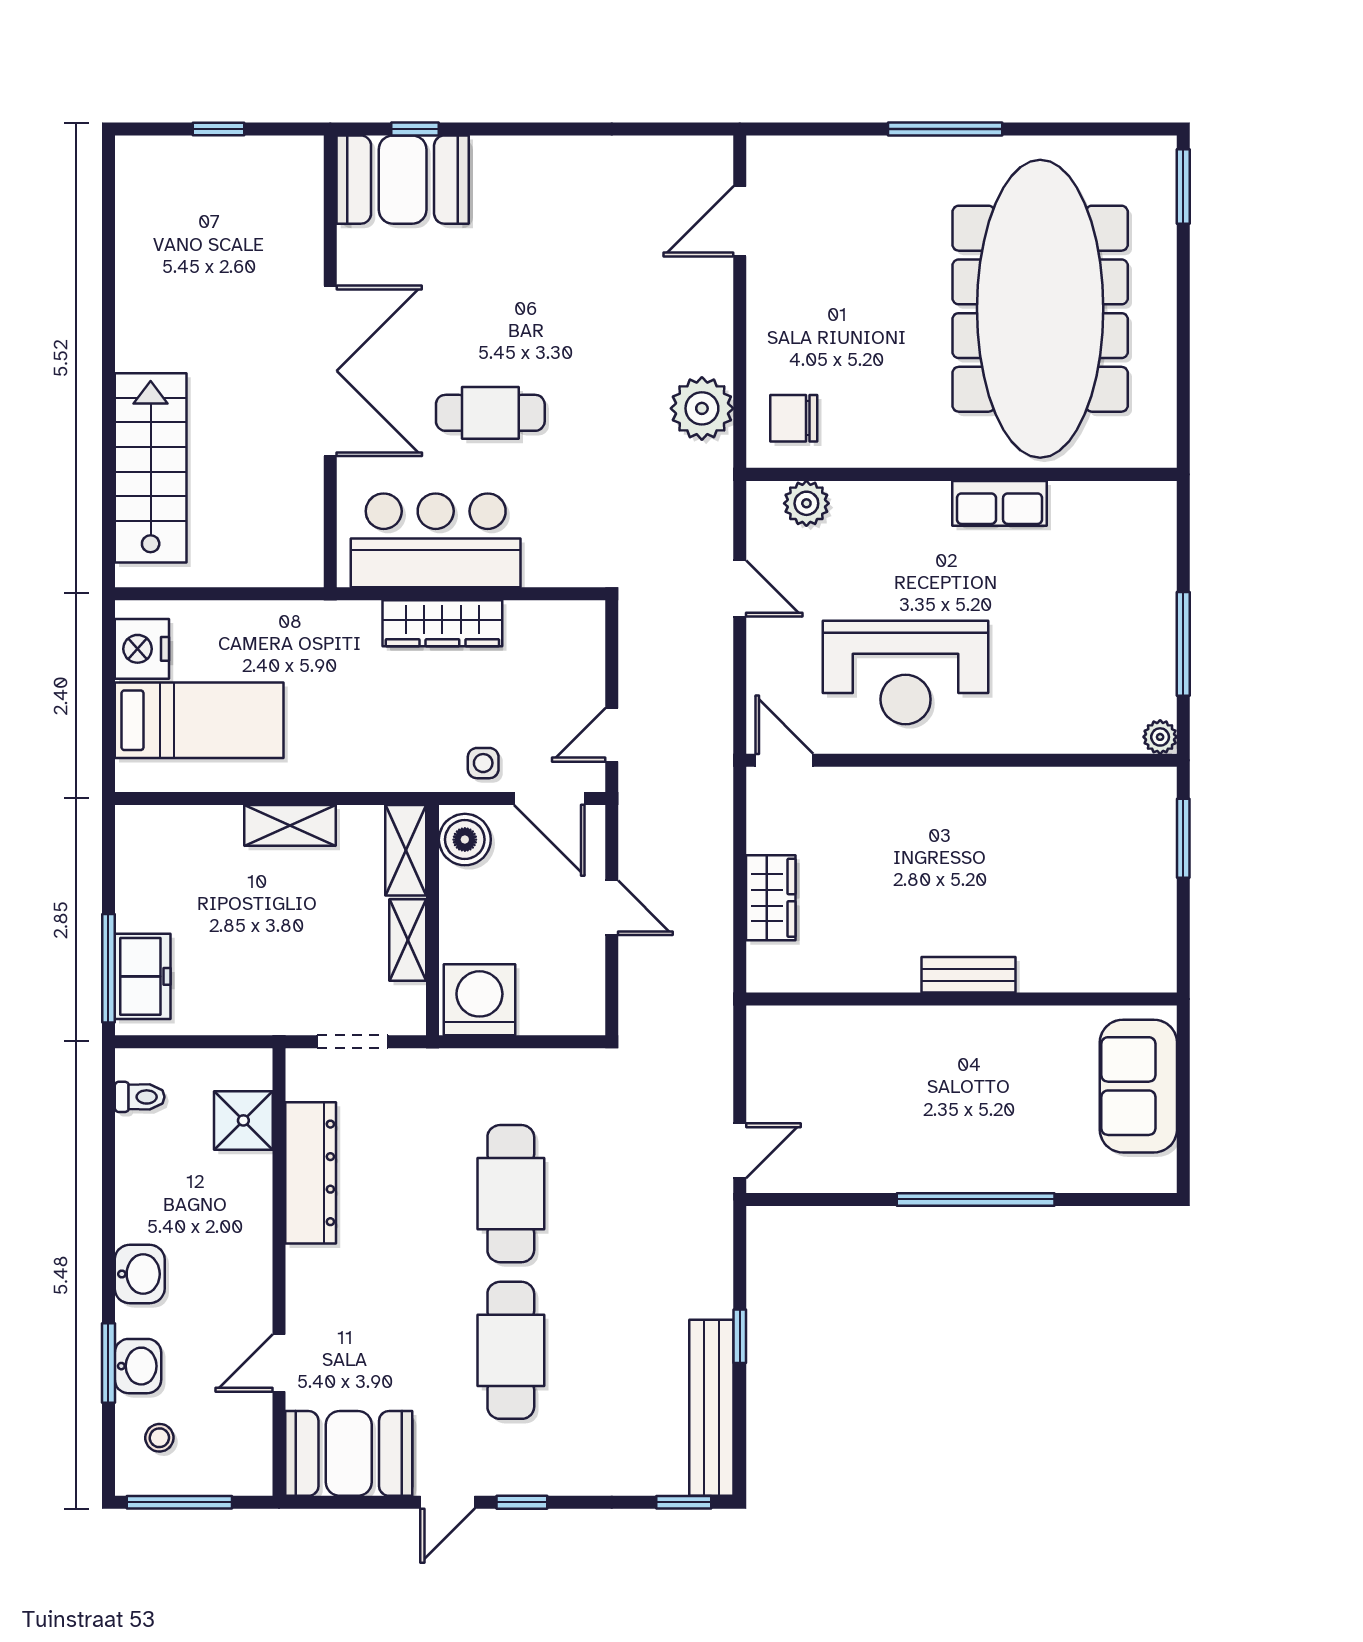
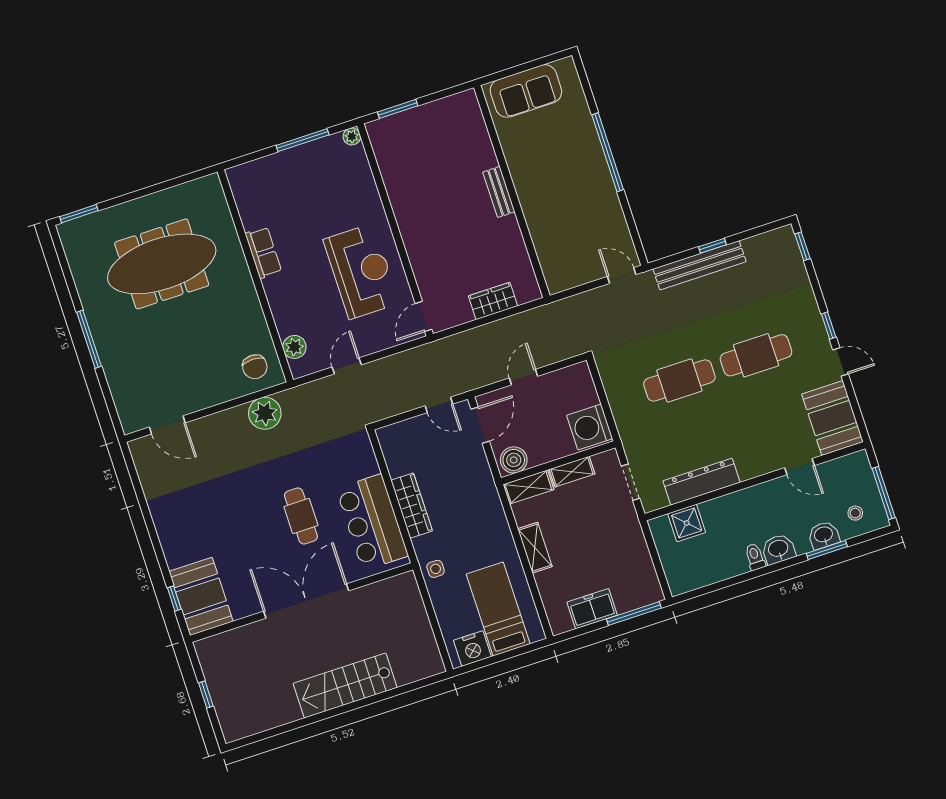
meeting table: (1040, 309) -> (162, 264), width x0.73, depth x0.79
stairs: (151, 468) -> (345, 686), moved
side table: (483, 763) -> (436, 569), moved
freezer: (143, 976) -> (592, 609), moved
toilet: (140, 1097) -> (755, 557), moved
bench: (711, 1408) -> (700, 265), moved

